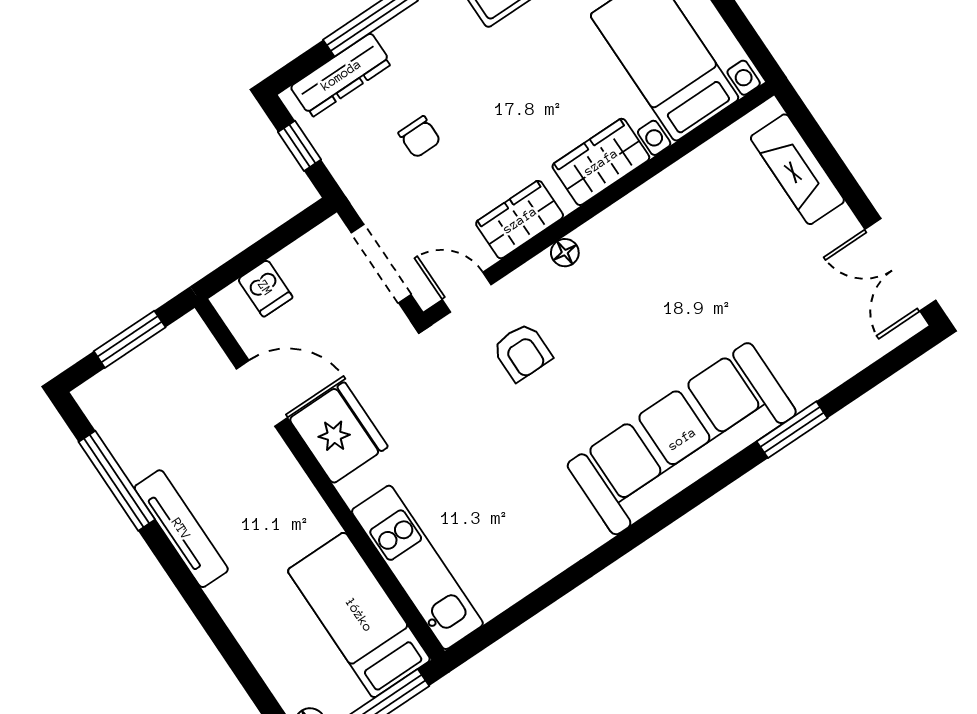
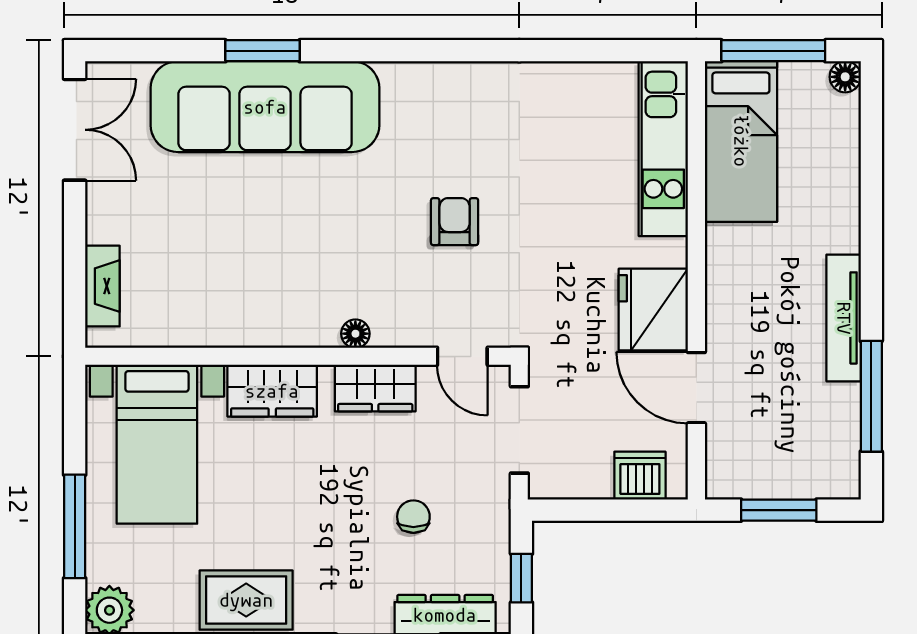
fireplace: (797, 169) -> (102, 286), width x0.73, depth x0.76
dishwasher: (265, 288) -> (640, 476), width x1.38
armchair: (522, 352) -> (455, 222), moved
sofa: (682, 439) -> (265, 107), moved

